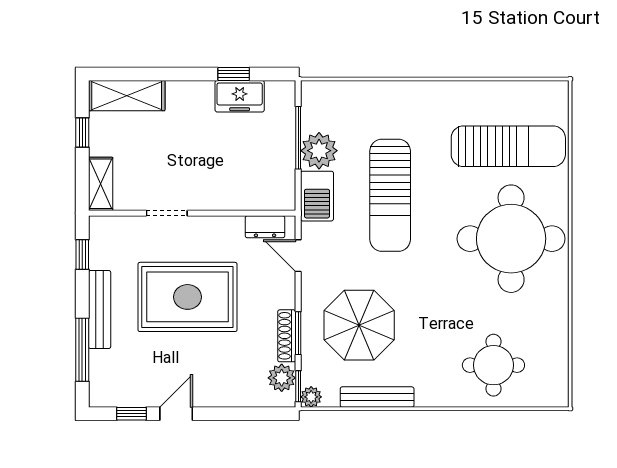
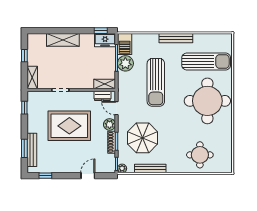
window: (234, 74) -> (101, 31), moved
bench: (437, 91) -> (176, 38), added
shelving: (127, 96) -> (63, 40), moved
freezer: (240, 96) -> (105, 40), moved
barbecue: (317, 196) -> (125, 44), moved
shelving: (270, 199) -> (105, 84), added
bench: (100, 309) -> (32, 150), moved
window: (82, 350) -> (24, 148), width x0.69
plant: (282, 378) -> (110, 124), moved
door: (176, 414) -> (88, 176), moved

